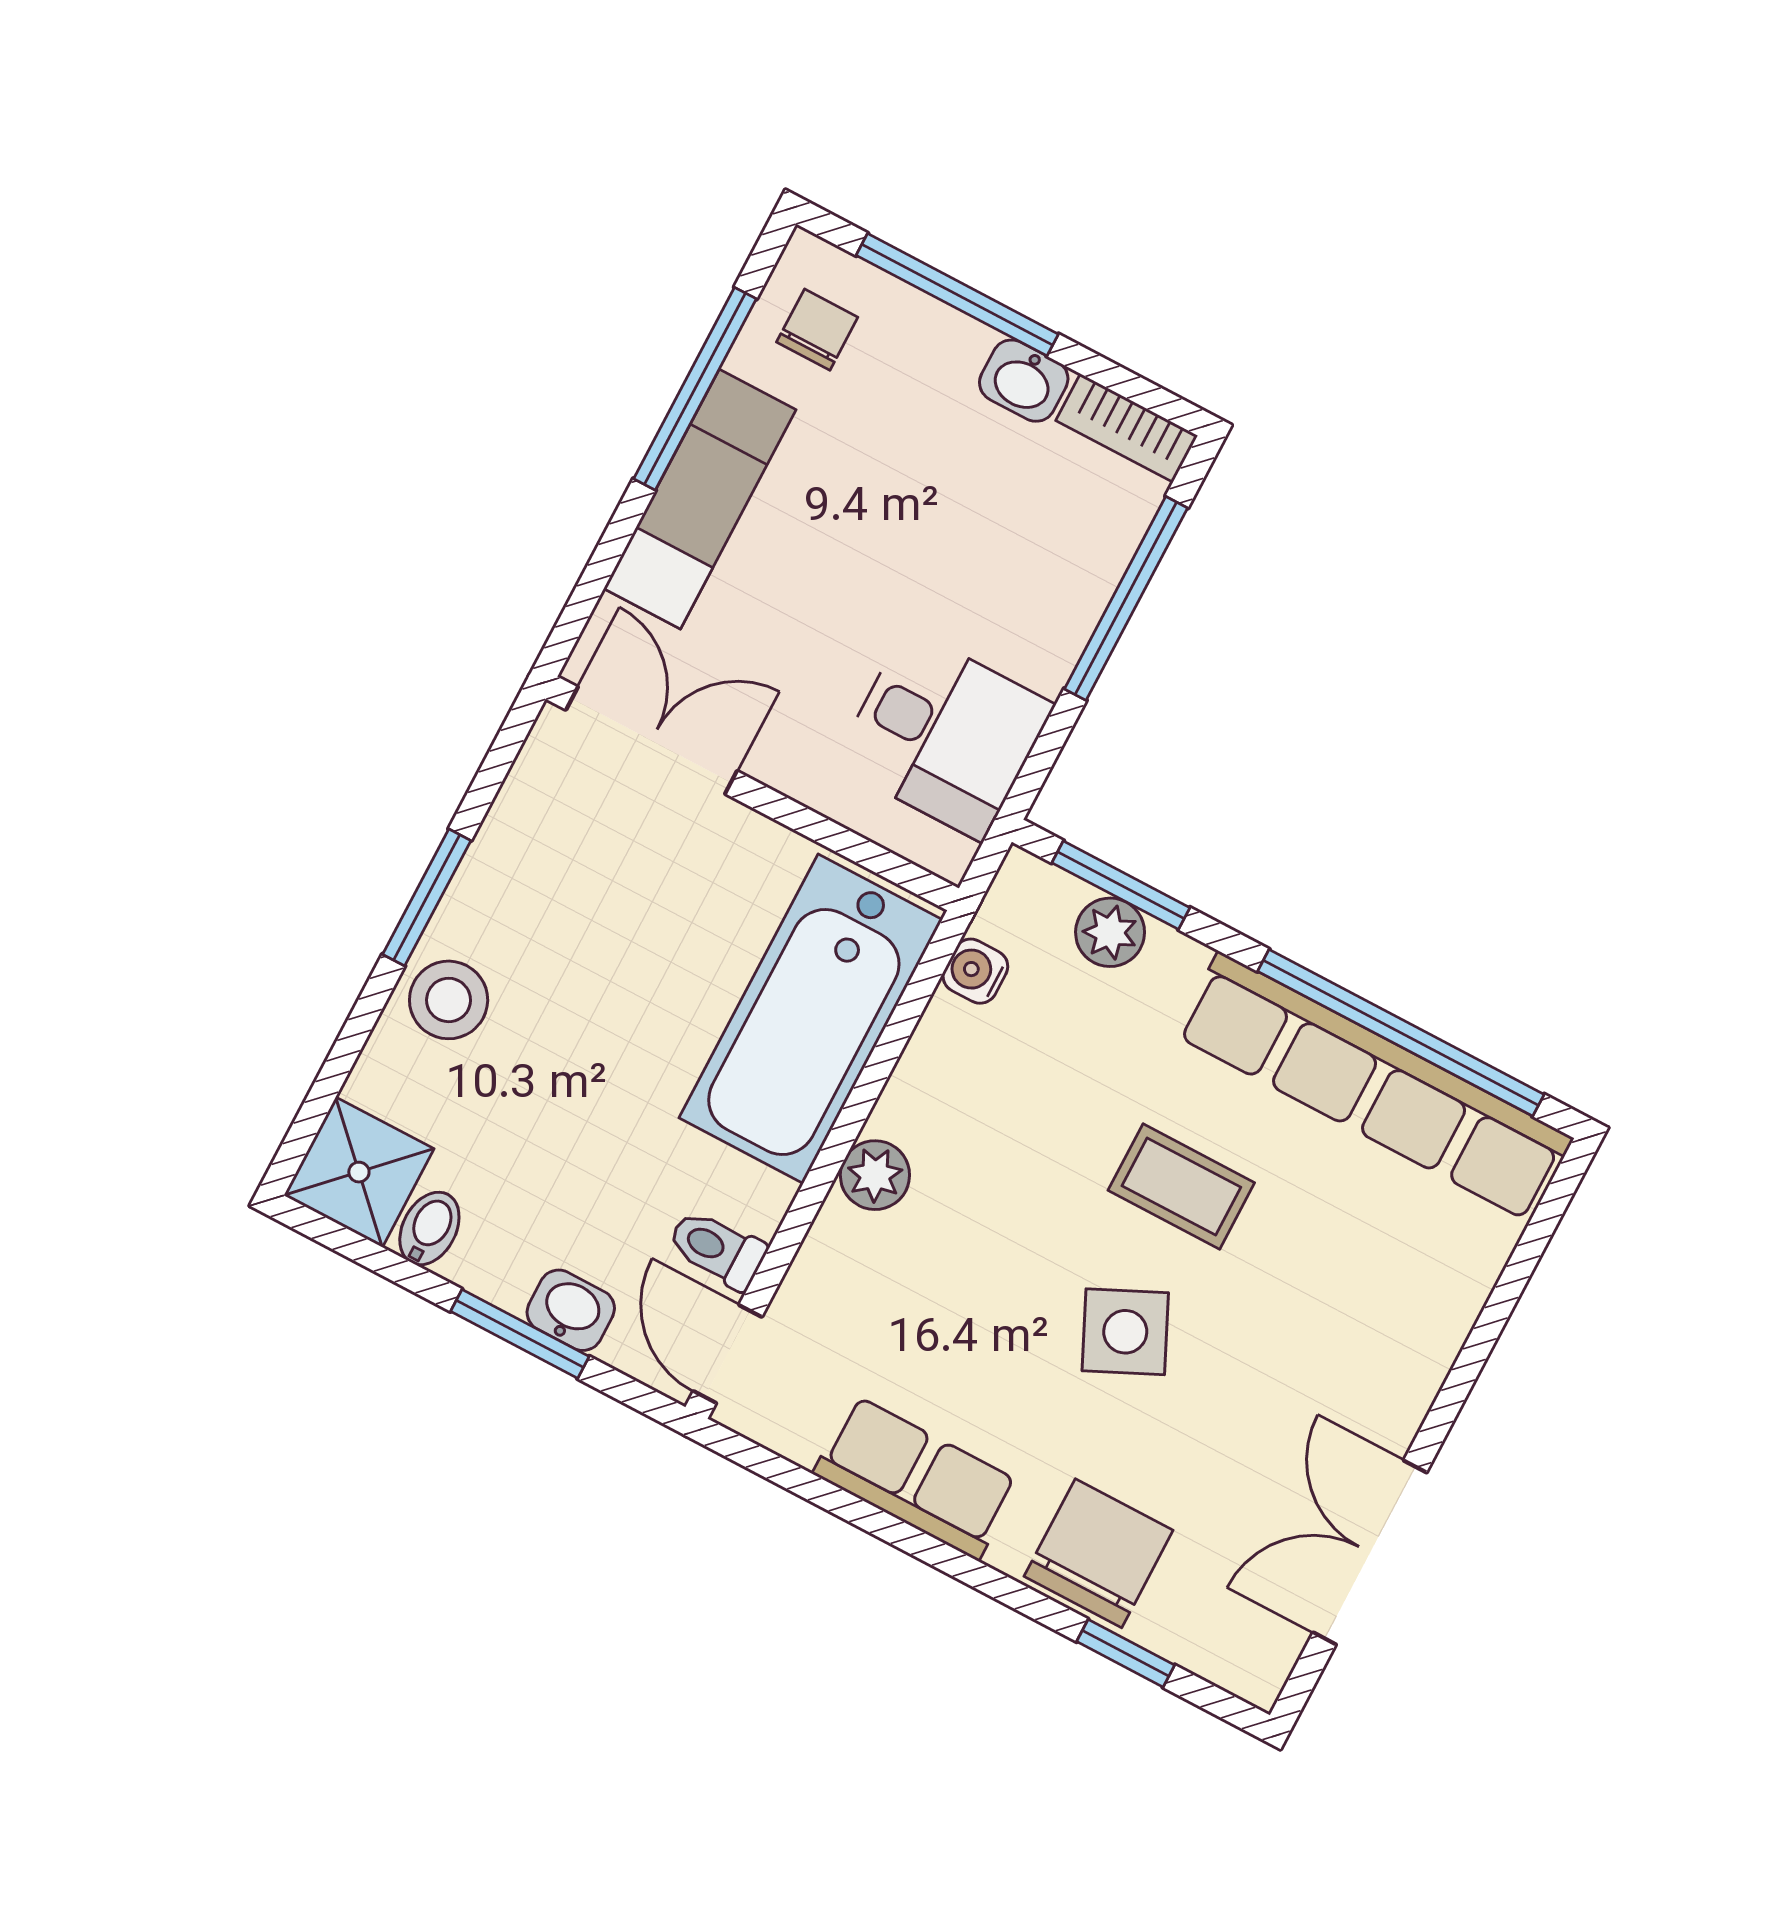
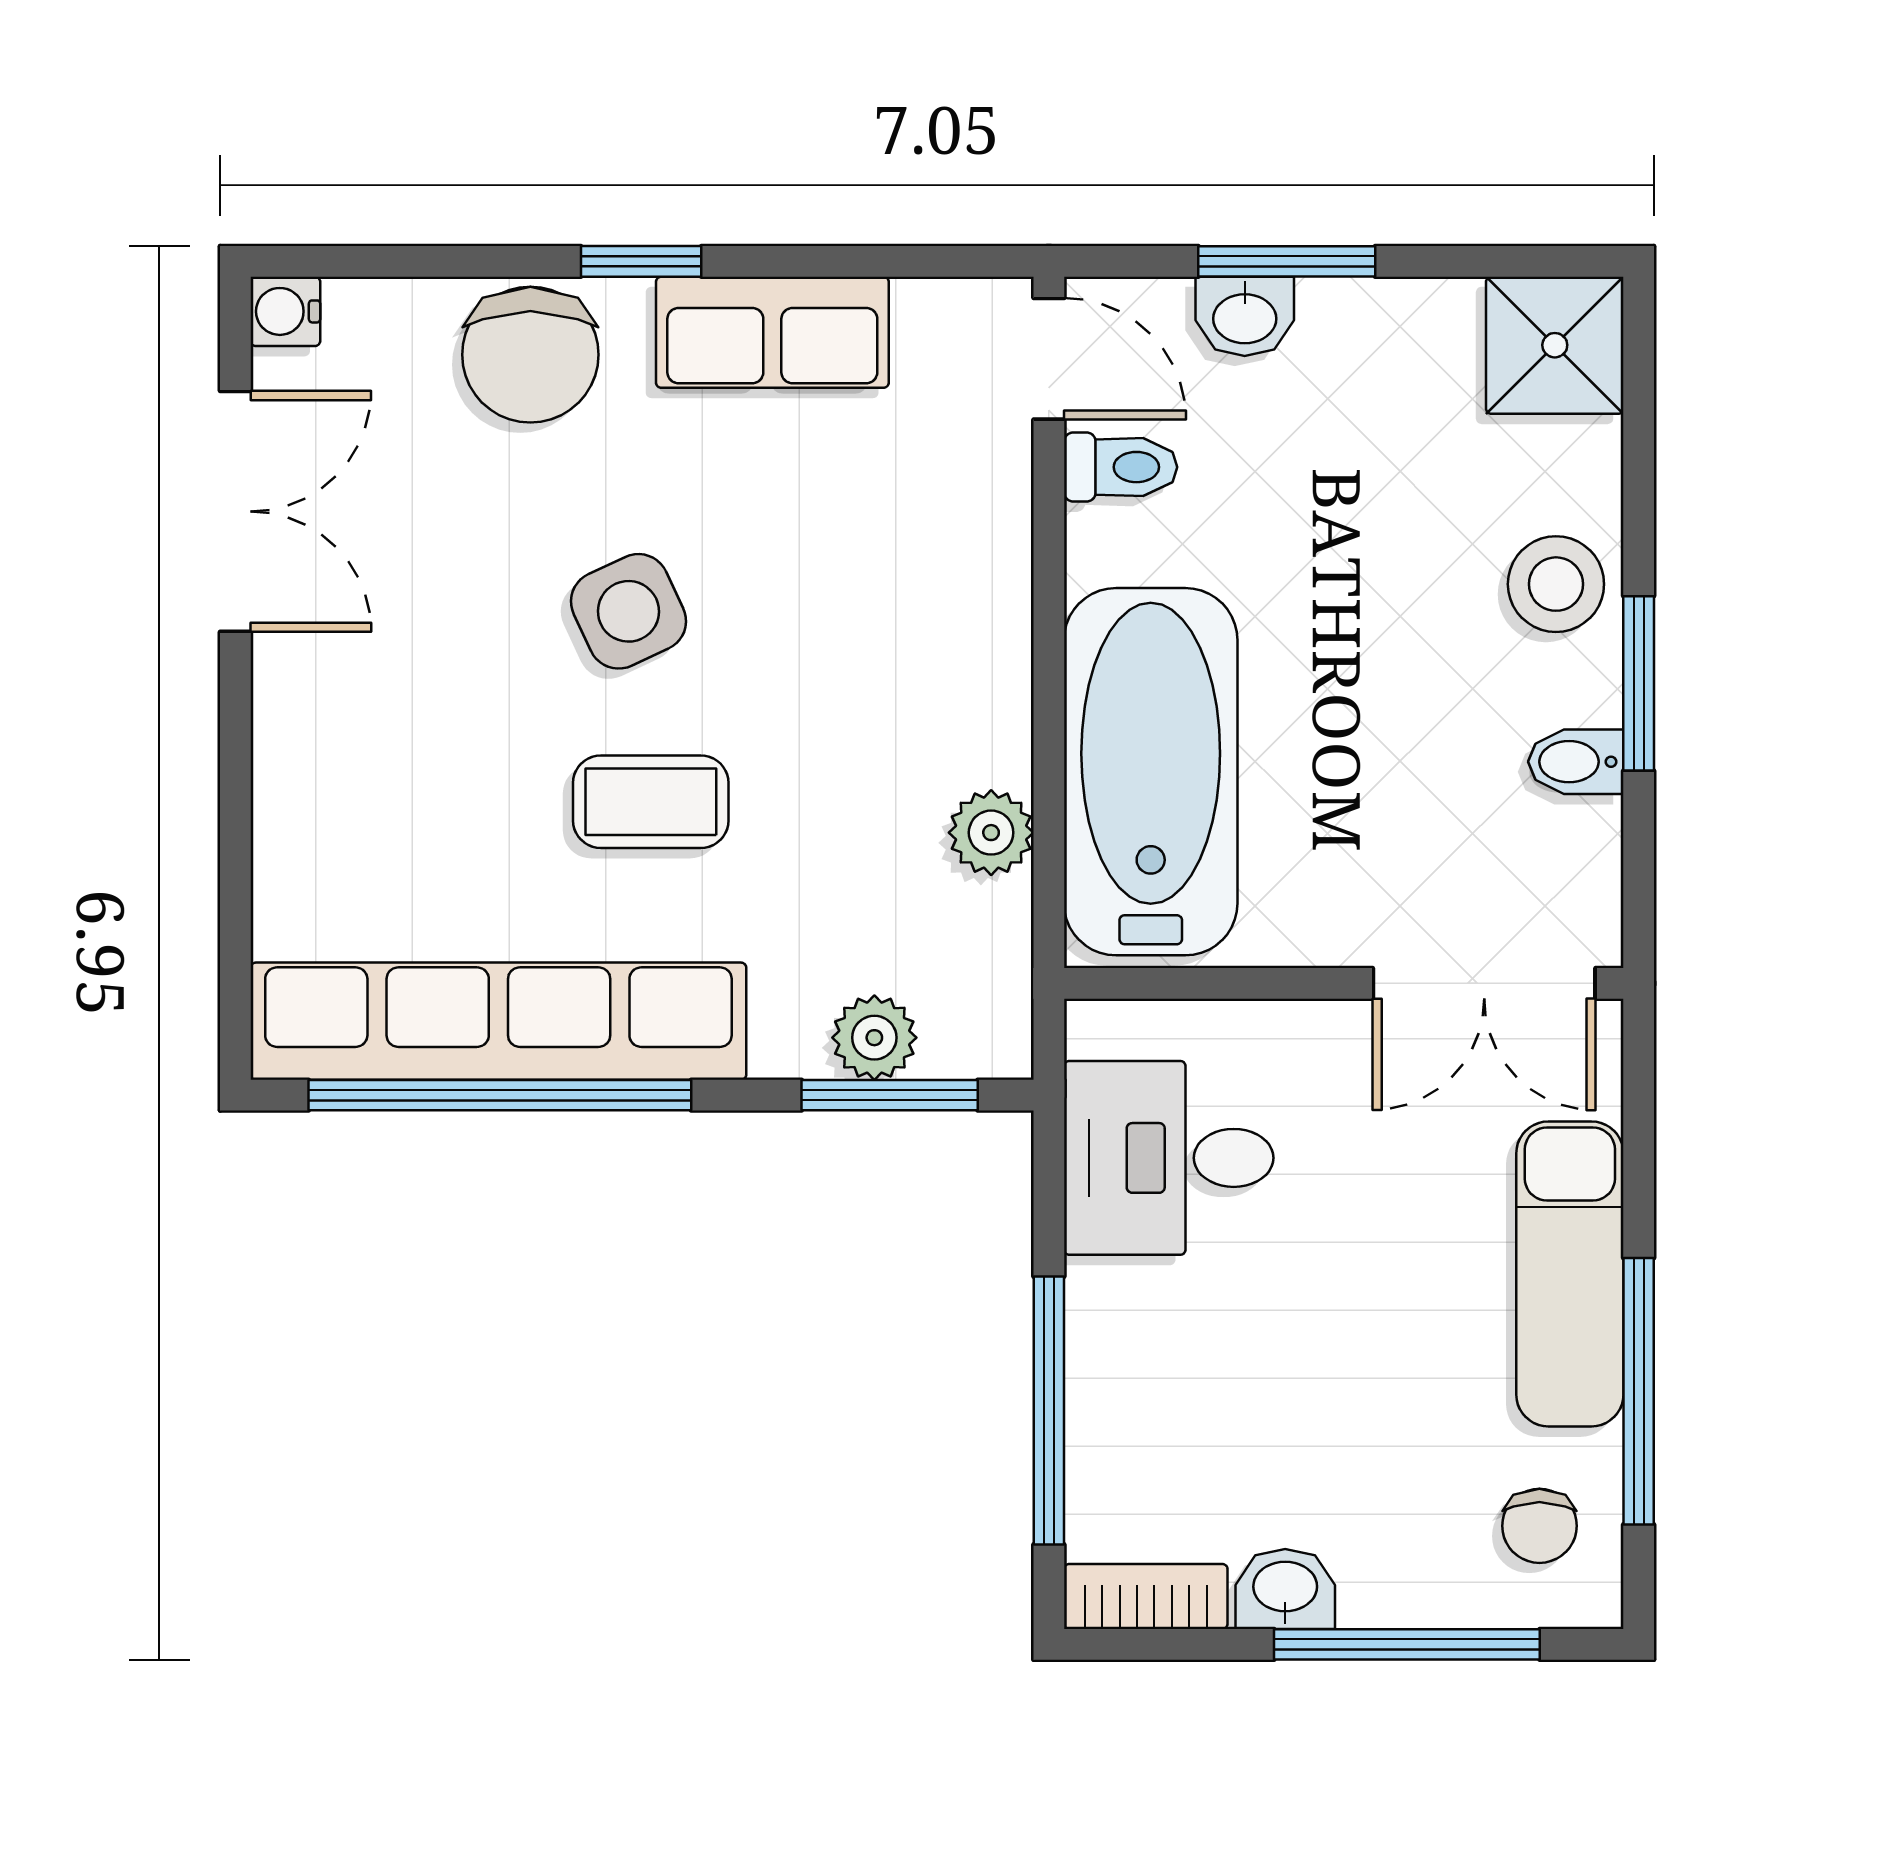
water cooler: (975, 971) -> (285, 311), moved, turned 180
plant: (875, 1175) -> (991, 833), moved
bidet: (429, 1228) -> (1576, 762), moved, turned 90
window: (1126, 1653) -> (641, 261), moved

